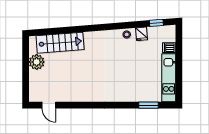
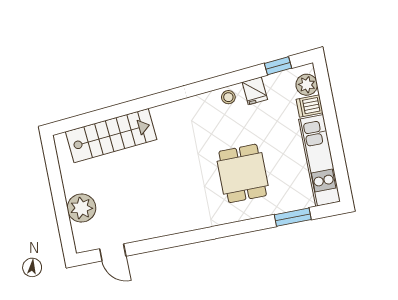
plant: (170, 36) -> (307, 85), added
plant: (37, 62) -> (81, 208), moved
dining table: (126, 77) -> (243, 173), added

